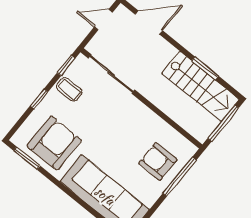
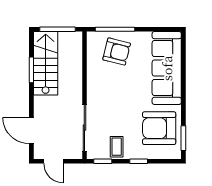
armchair: (158, 161) -> (117, 51), turned -76

